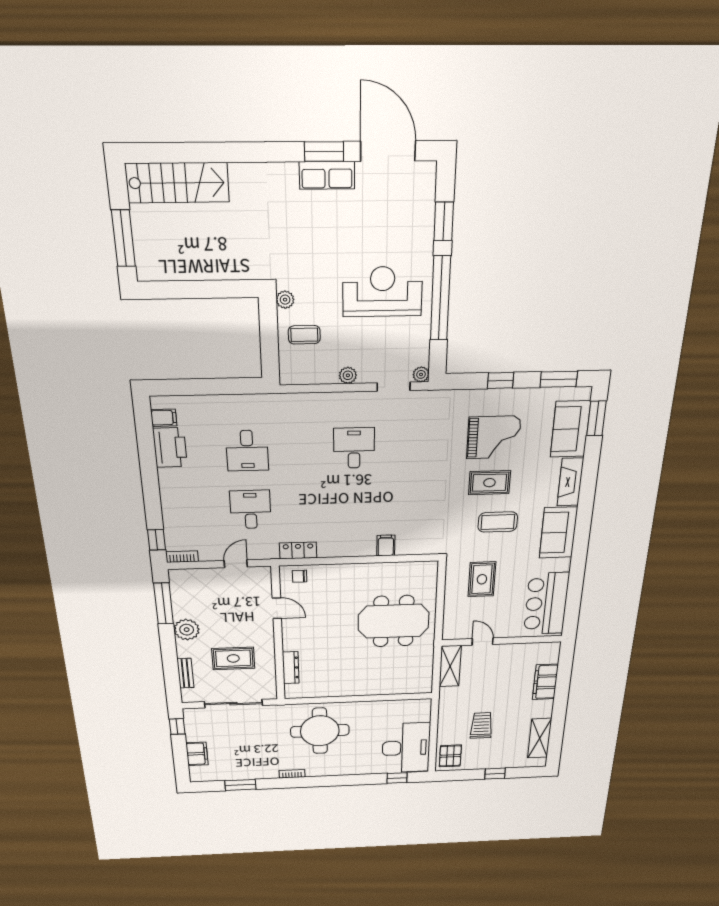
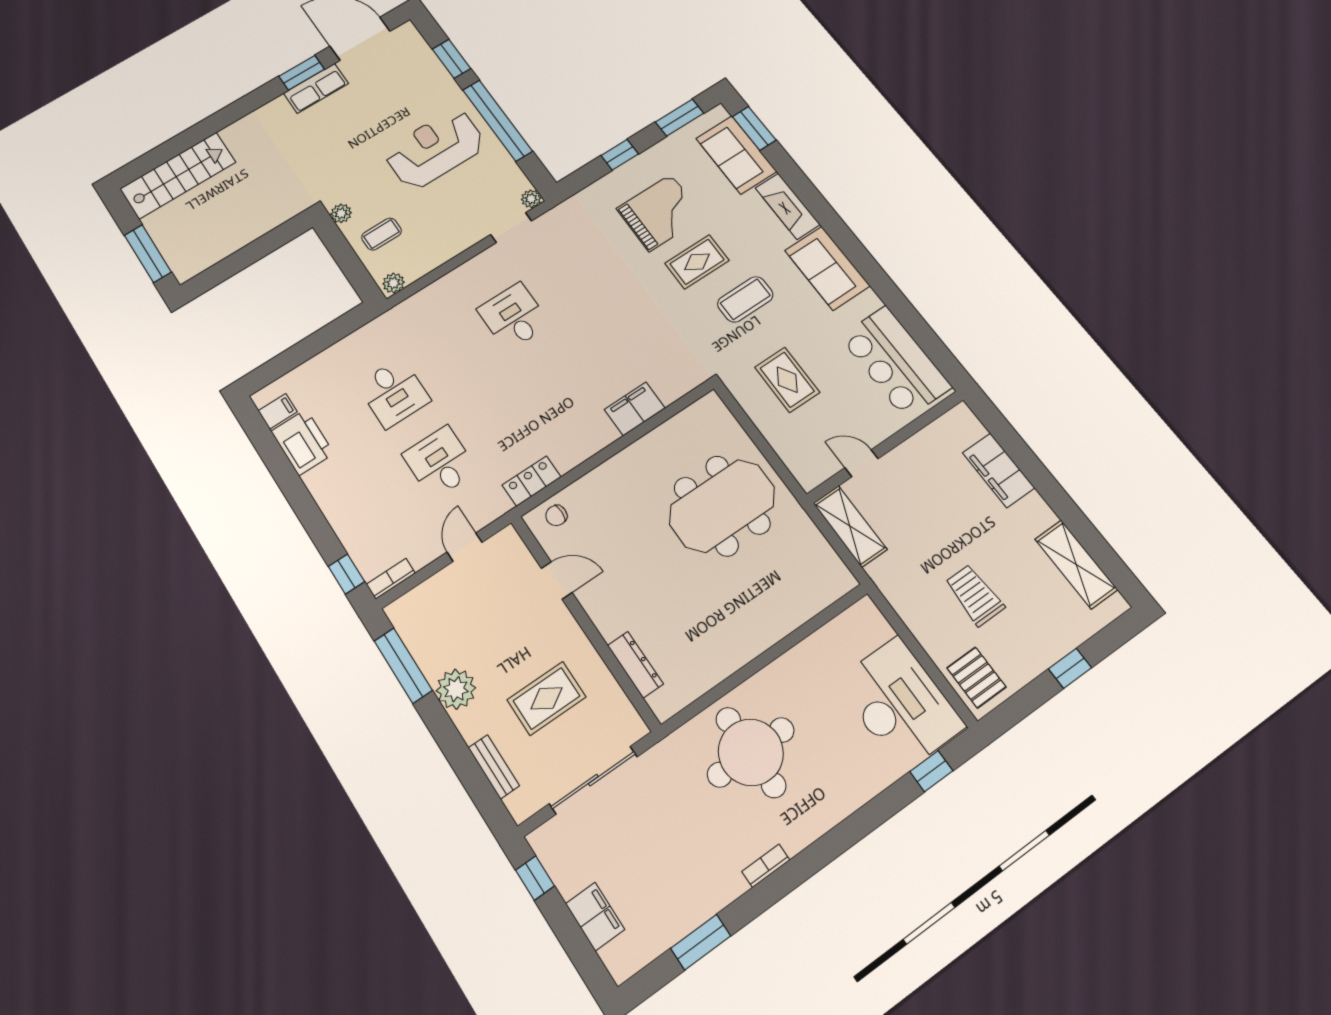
plant: (348, 375) -> (394, 283), moved
filing cabinet: (386, 545) -> (635, 409), width x2.00

